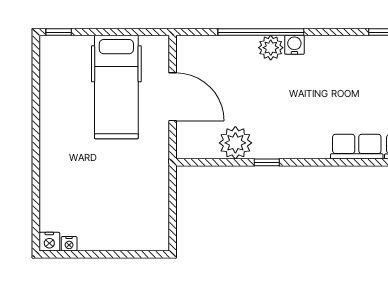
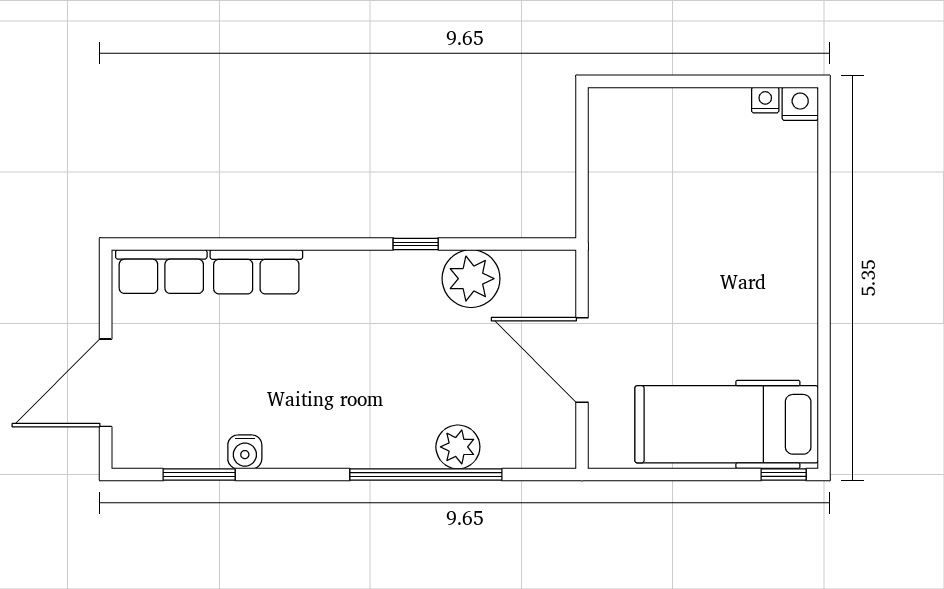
water cooler: (294, 45) -> (245, 452), moved
plant: (271, 48) -> (458, 447), moved
hospital bed: (116, 87) -> (727, 424), moved, turned -90

